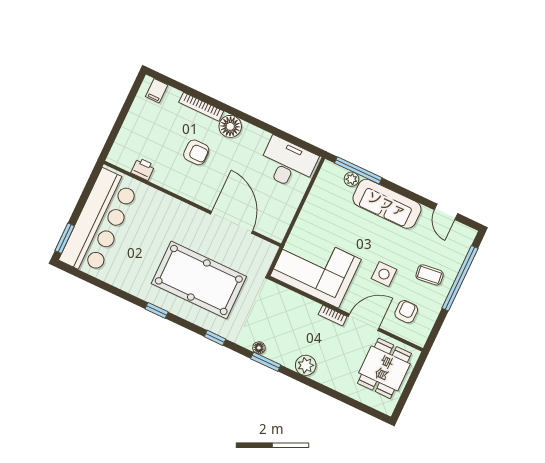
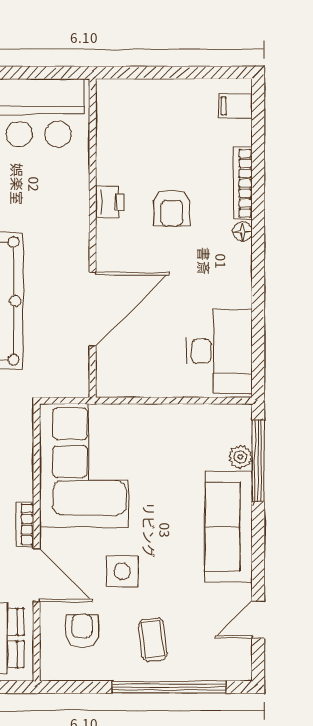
floor lamp: (230, 126) -> (243, 232), width x0.53, depth x0.53
printer: (143, 169) -> (110, 202), moved
armchair: (406, 312) -> (82, 631), turned -90

